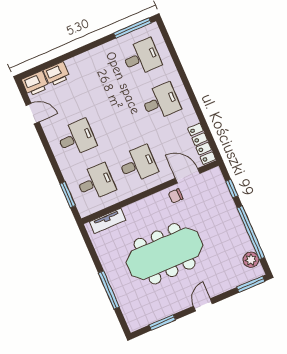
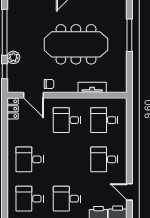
desk: (99, 76) -> (67, 199), added
locker: (202, 144) -> (13, 109), width x0.66
window: (68, 195) -> (129, 120), removed
tv unit: (108, 221) -> (92, 87), moved
plant: (251, 260) -> (13, 57), moved

